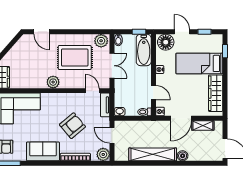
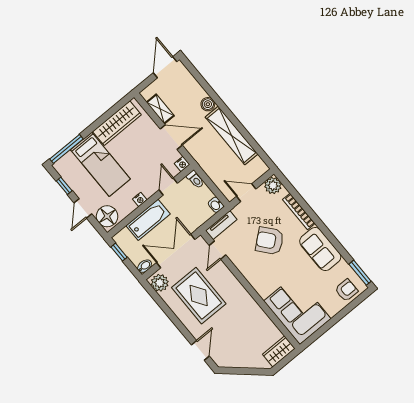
bathtub: (144, 50) -> (148, 220), moved
window: (225, 51) -> (66, 149), width x2.17
double door: (112, 66) -> (176, 251), width x1.37
plant: (53, 82) -> (242, 297), removed
door: (112, 135) -> (246, 193), swing flipped

